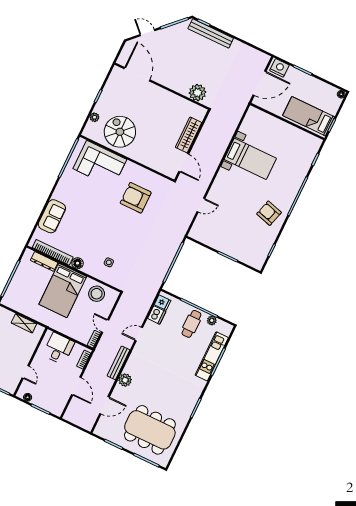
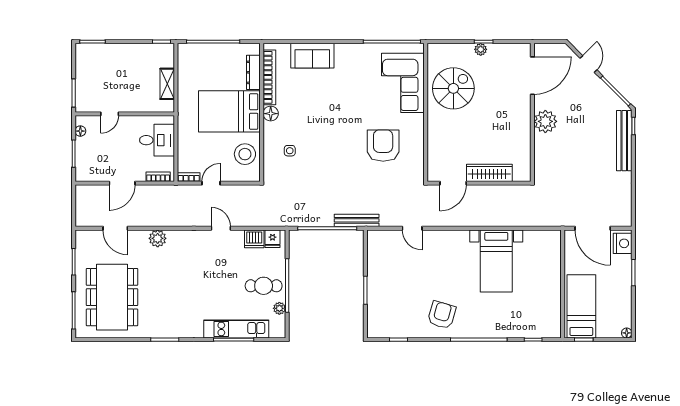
plant: (197, 93) -> (545, 121), moved
plant: (94, 117) -> (481, 49), moved
bench: (118, 363) -> (357, 220), moved

